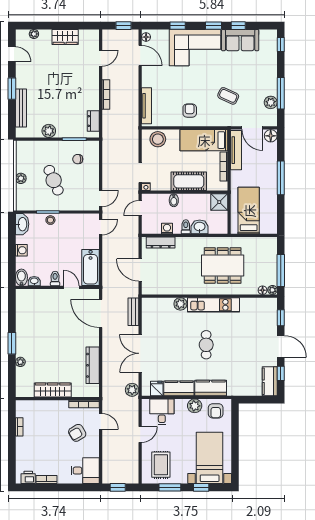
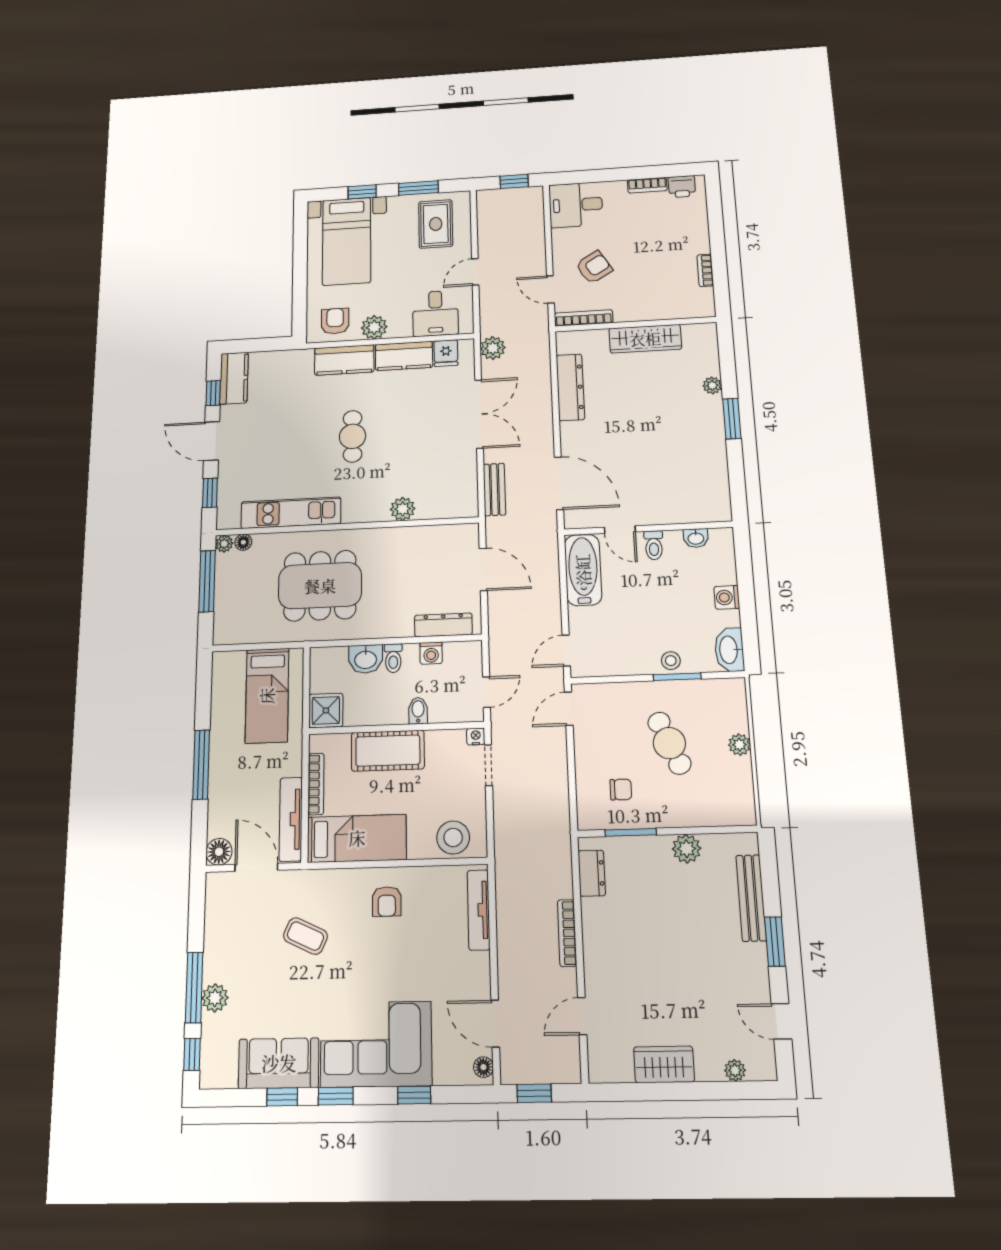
window: (281, 93) -> (194, 987), moved
plant: (271, 102) -> (215, 998), moved
bidet: (21, 277) -> (722, 544), removed
kitchen unit: (214, 305) -> (291, 513), moved

